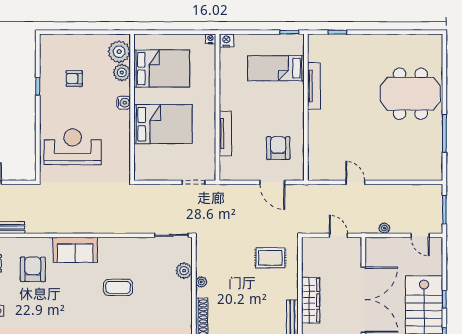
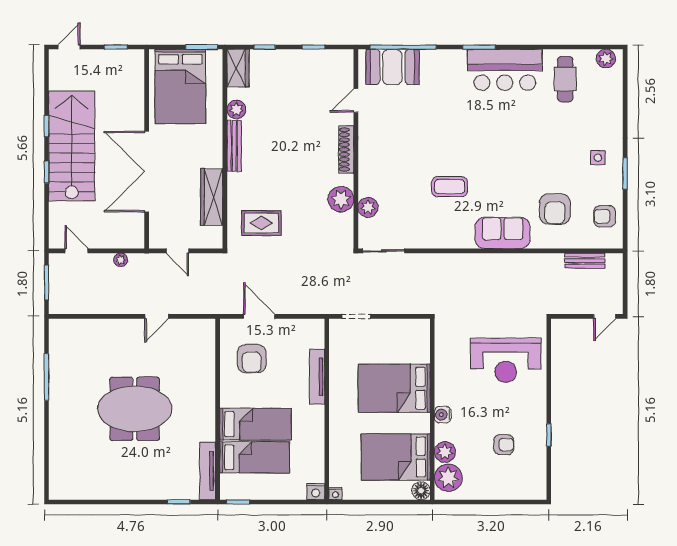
floor lamp: (141, 41) -> (421, 491), added
tv unit: (314, 86) -> (208, 471), moved
meeting table: (410, 94) -> (135, 409), moved
bed: (275, 95) -> (255, 424), added
door: (355, 182) -> (157, 316), hinge flipped
plant: (201, 282) -> (341, 199), width x1.88, depth x1.88
wardrobe: (311, 300) -> (212, 197), moved

